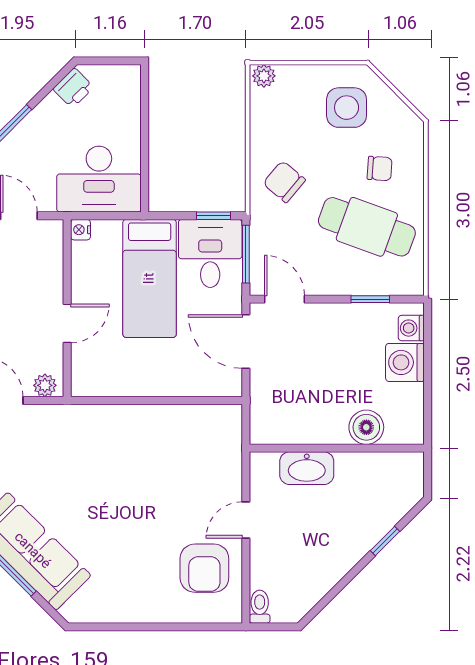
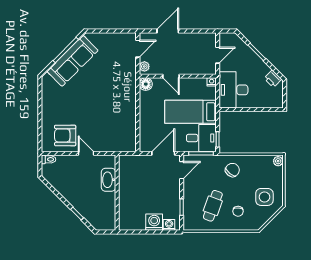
cafe table: (367, 227) -> (213, 206), width x0.73, depth x0.74
floor lamp: (86, 382) -> (146, 84), added
boiler: (366, 427) -> (126, 206), removed

